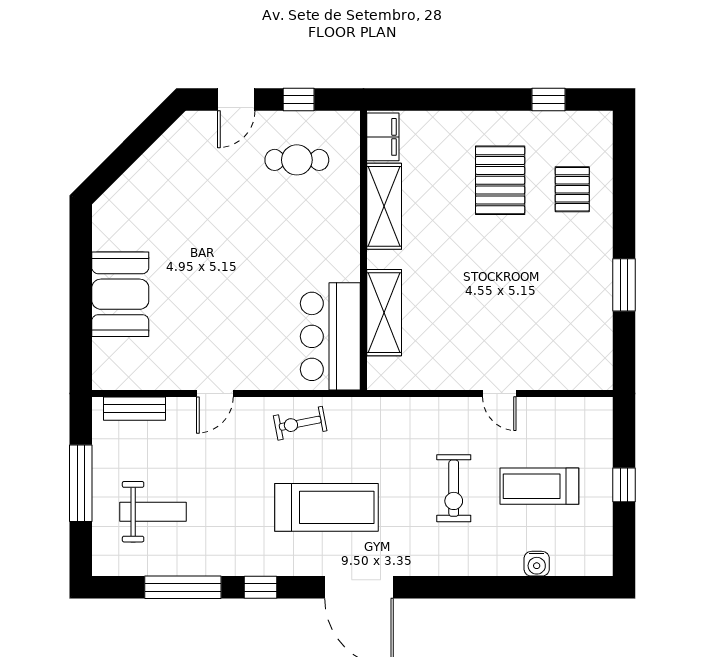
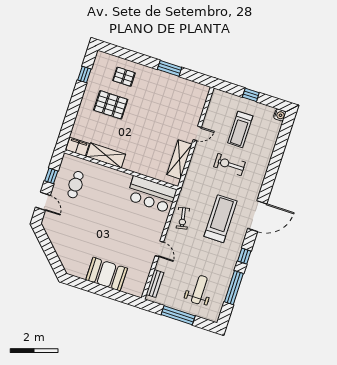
shelving: (384, 313) -> (179, 159), moved, turned 90
exercise bike: (454, 488) -> (230, 165), turned 180
water cooler: (537, 564) -> (280, 115), moved

